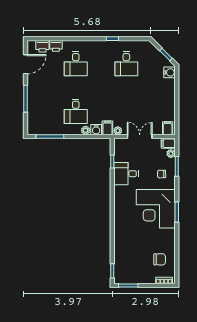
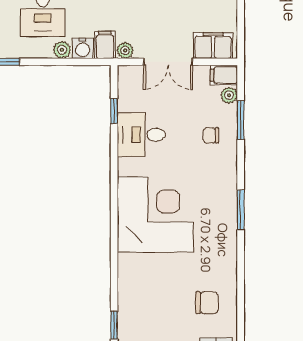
filing cabinet: (168, 128) -> (213, 46), width x2.00
double door: (140, 136) -> (168, 62), swing flipped
corner desk: (156, 209) -> (155, 214), moved, turned 180

